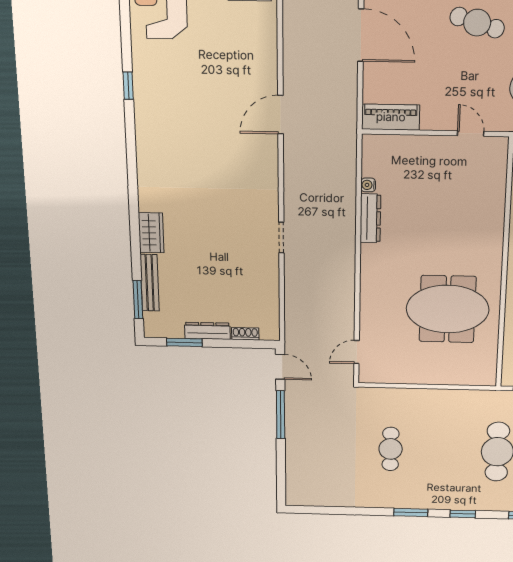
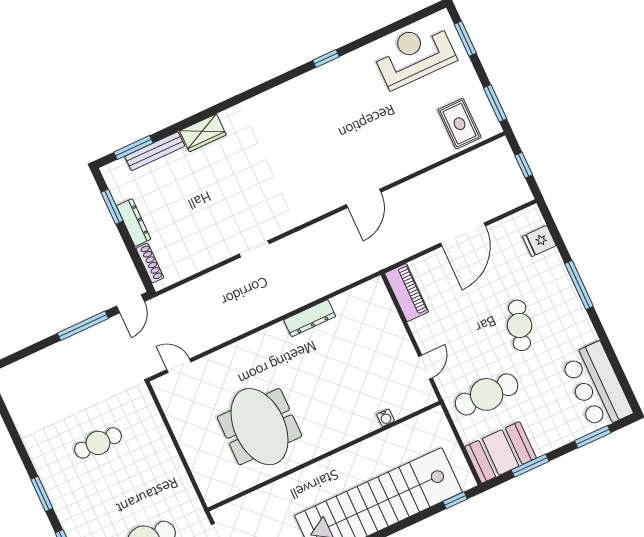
door: (280, 115) -> (364, 198), swing flipped
water cooler: (368, 185) -> (386, 418), moved, turned 180
shoe rack: (245, 334) -> (150, 263), width x1.43

